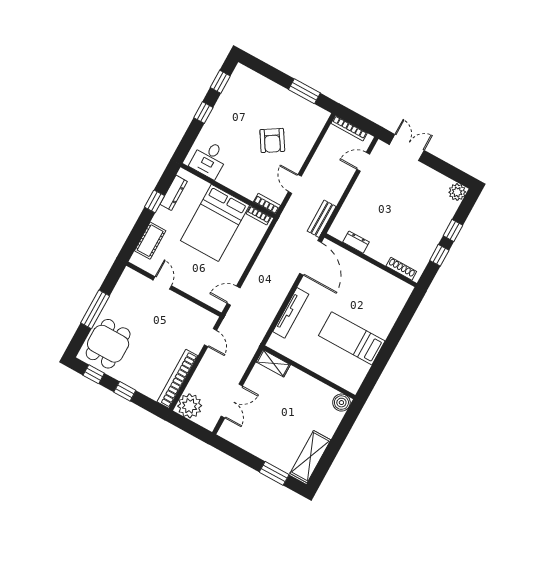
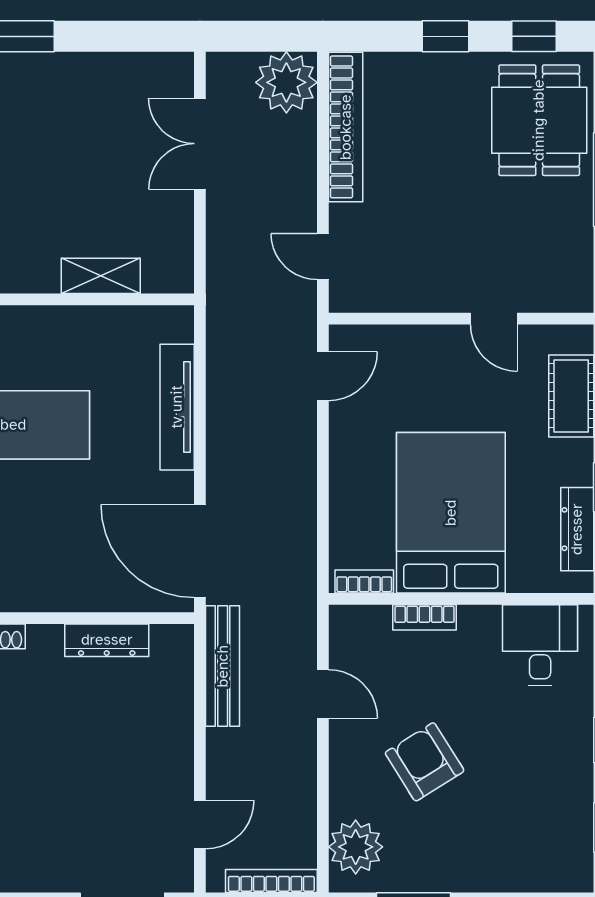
plant: (313, 124) -> (356, 847), added
bookcase: (267, 204) -> (424, 617), moved
bench: (322, 219) -> (223, 666), width x1.36
dresser: (356, 242) -> (107, 640), width x1.44
shelving: (273, 363) -> (101, 276), moved

